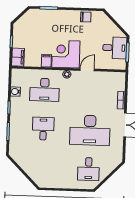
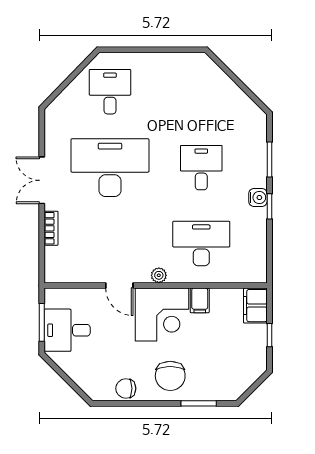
chair: (63, 23) -> (170, 376), added
door: (87, 70) -> (119, 286), hinge flipped
water cooler: (15, 92) -> (258, 198), moved
desk: (43, 129) -> (201, 168), turned 180

